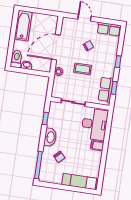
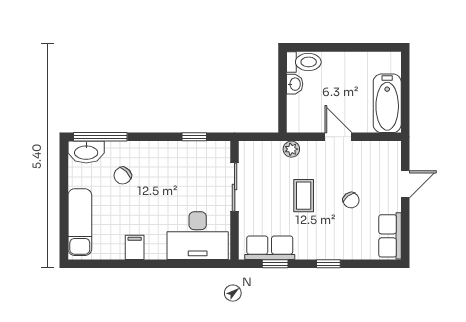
bathtub: (23, 26) -> (387, 103), moved, turned 90
door: (56, 47) -> (338, 137), width x0.53
washbasin: (50, 137) -> (86, 152), moved
filing cabinet: (97, 146) -> (135, 247), moved

